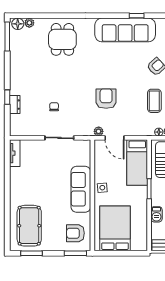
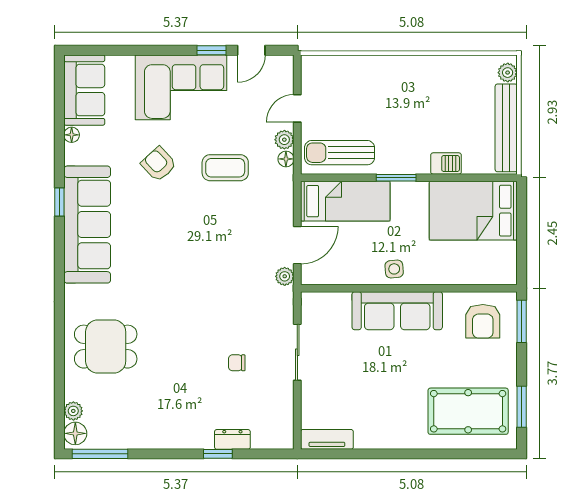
armchair: (106, 99) -> (221, 262), removed
bed: (115, 228) -> (473, 211), moved

